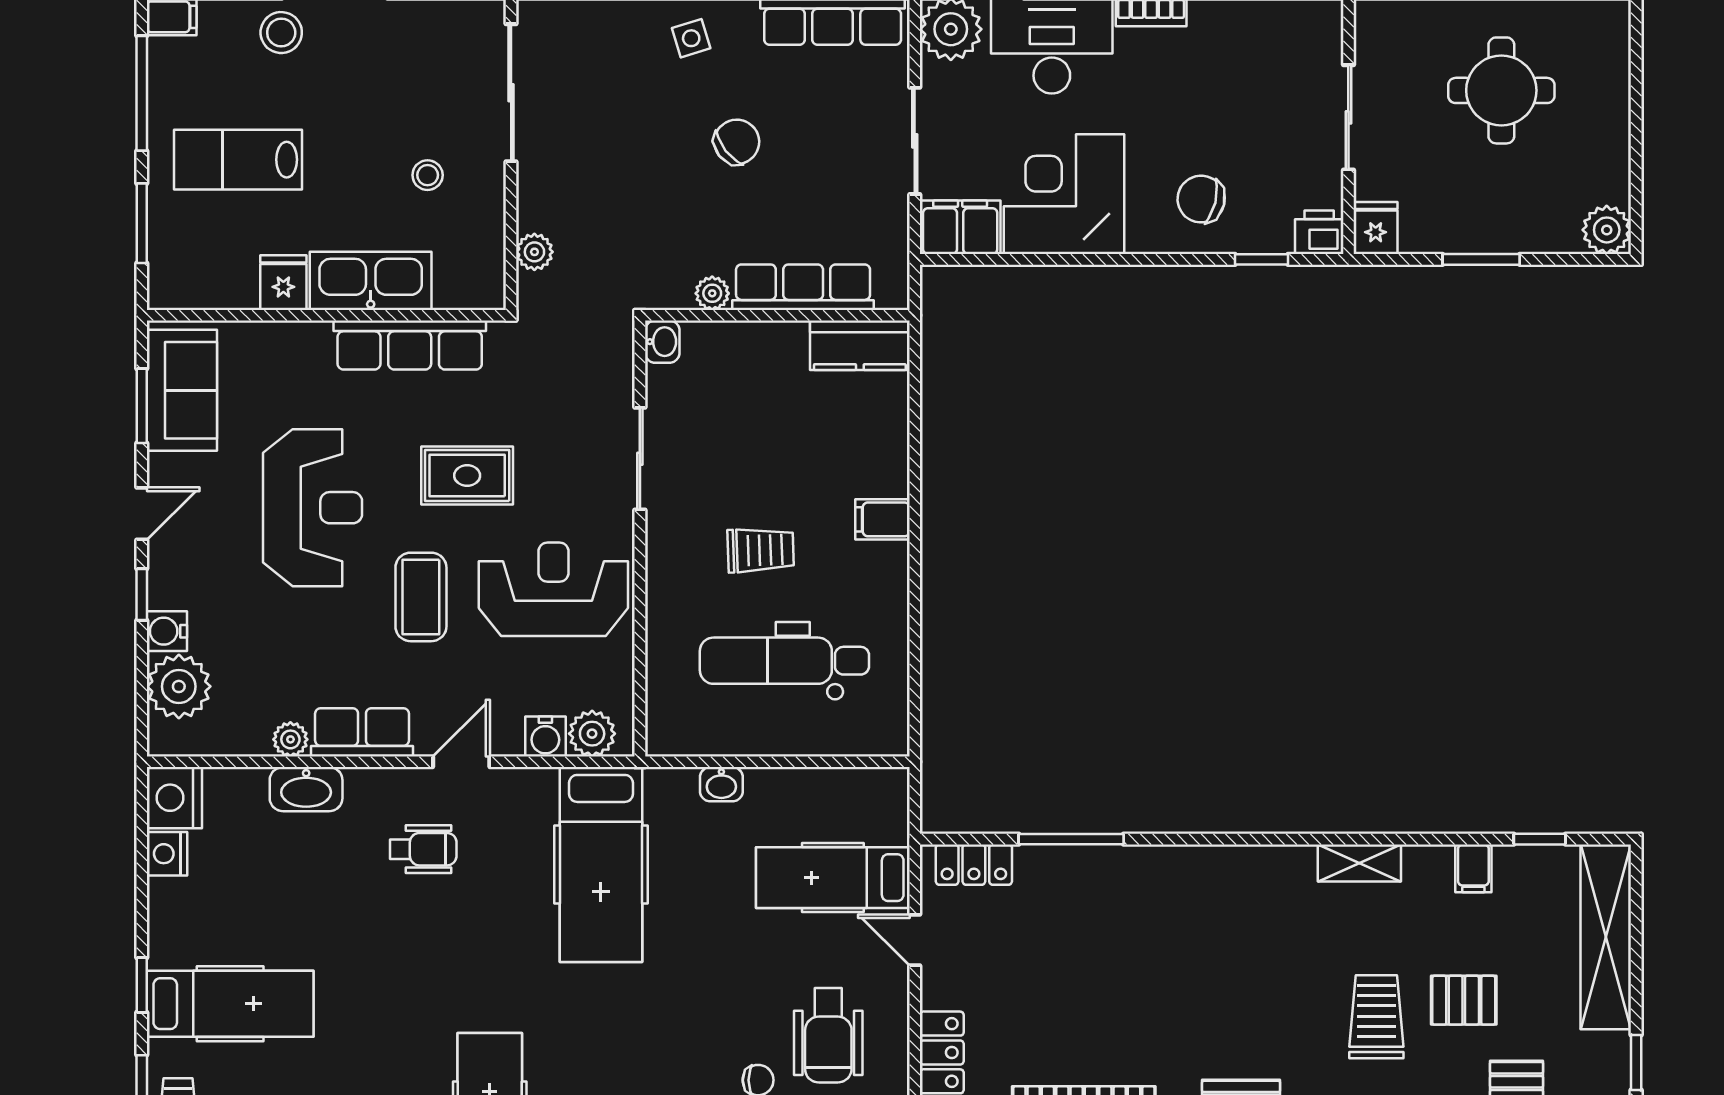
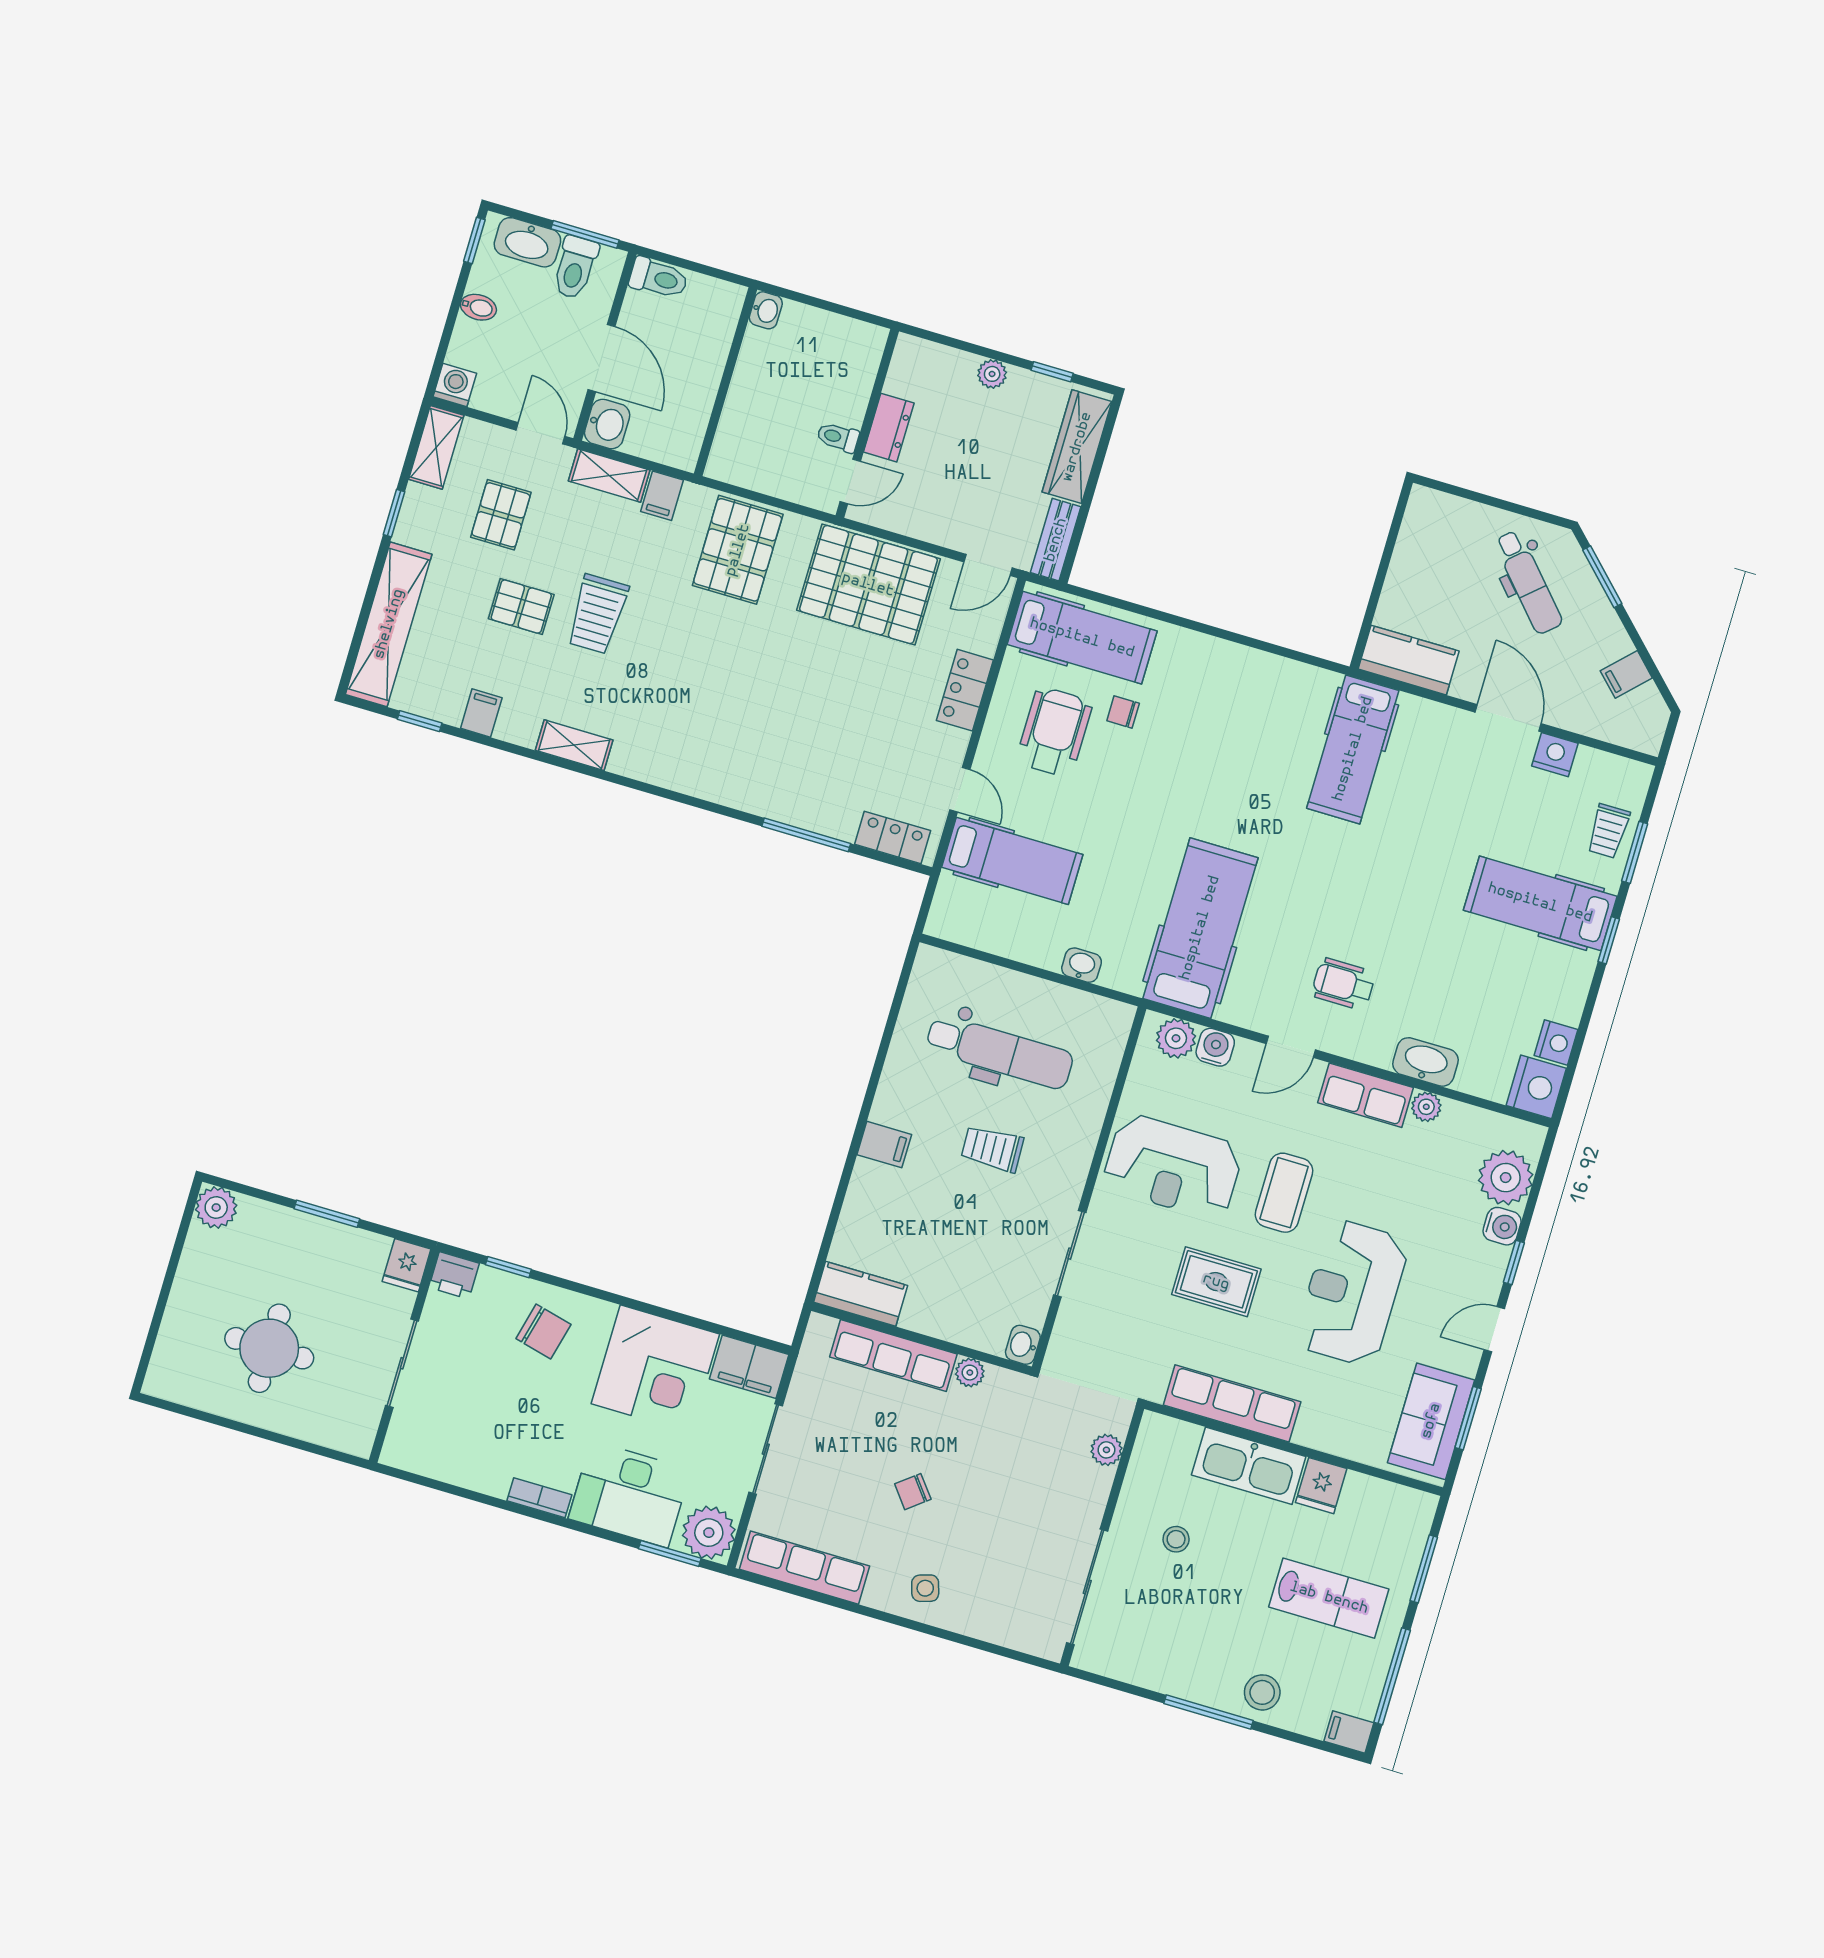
chair: (737, 142) -> (913, 1492), width x0.73, depth x0.73

